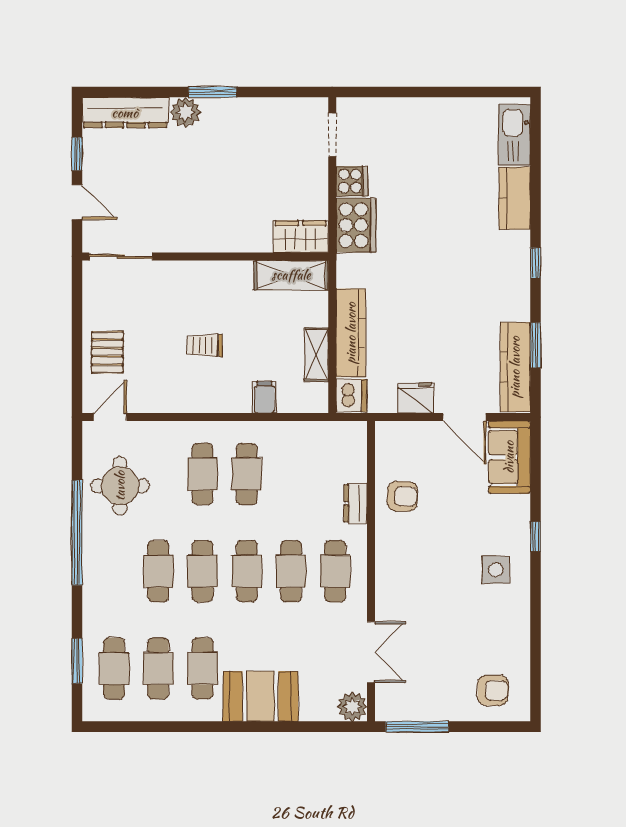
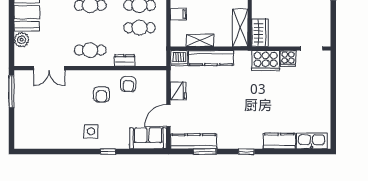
cafe table: (291, 571) -> (140, 28), moved
armchair: (493, 690) -> (101, 94), moved
plant: (352, 707) -> (22, 40), moved

